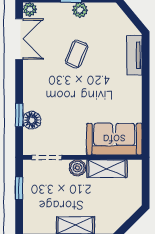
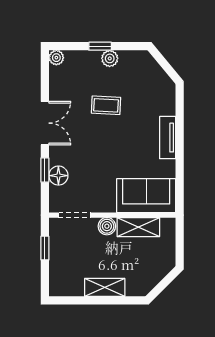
double door: (19, 39) -> (45, 123), moved
coffee table: (76, 54) -> (106, 105), turned 70
tv unit: (134, 55) -> (168, 138), moved

